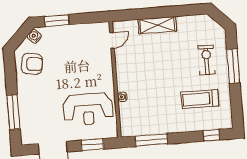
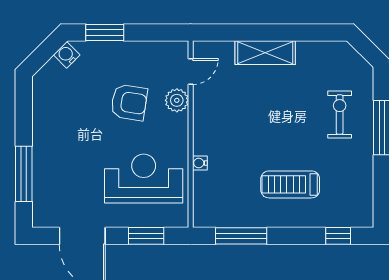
plant: (105, 59) -> (177, 100), added
armchair: (32, 64) -> (129, 102), moved
treadmill: (200, 99) -> (290, 184), moved
reception desk: (88, 109) -> (144, 179), turned 180

